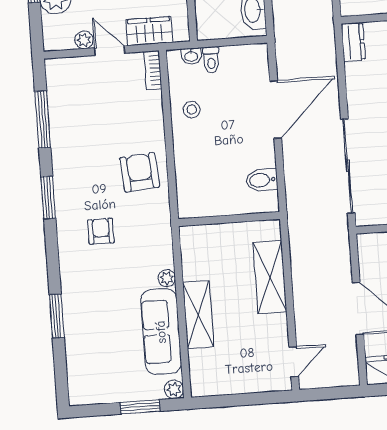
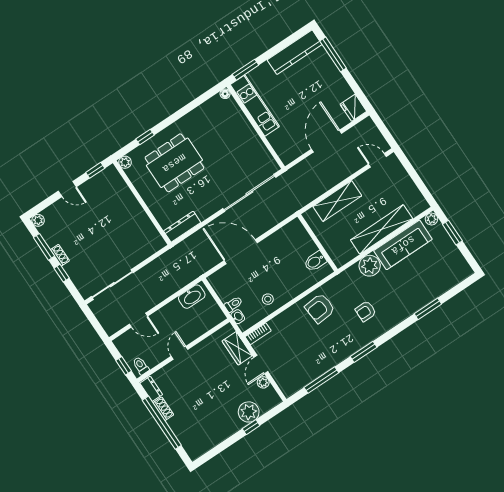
dresser: (353, 42) -> (182, 227), width x1.44
bidet: (262, 180) -> (315, 261), moved, turned 90
plant: (167, 278) -> (370, 266), width x1.87, depth x1.87
shelving: (198, 315) -> (382, 229), width x1.47

